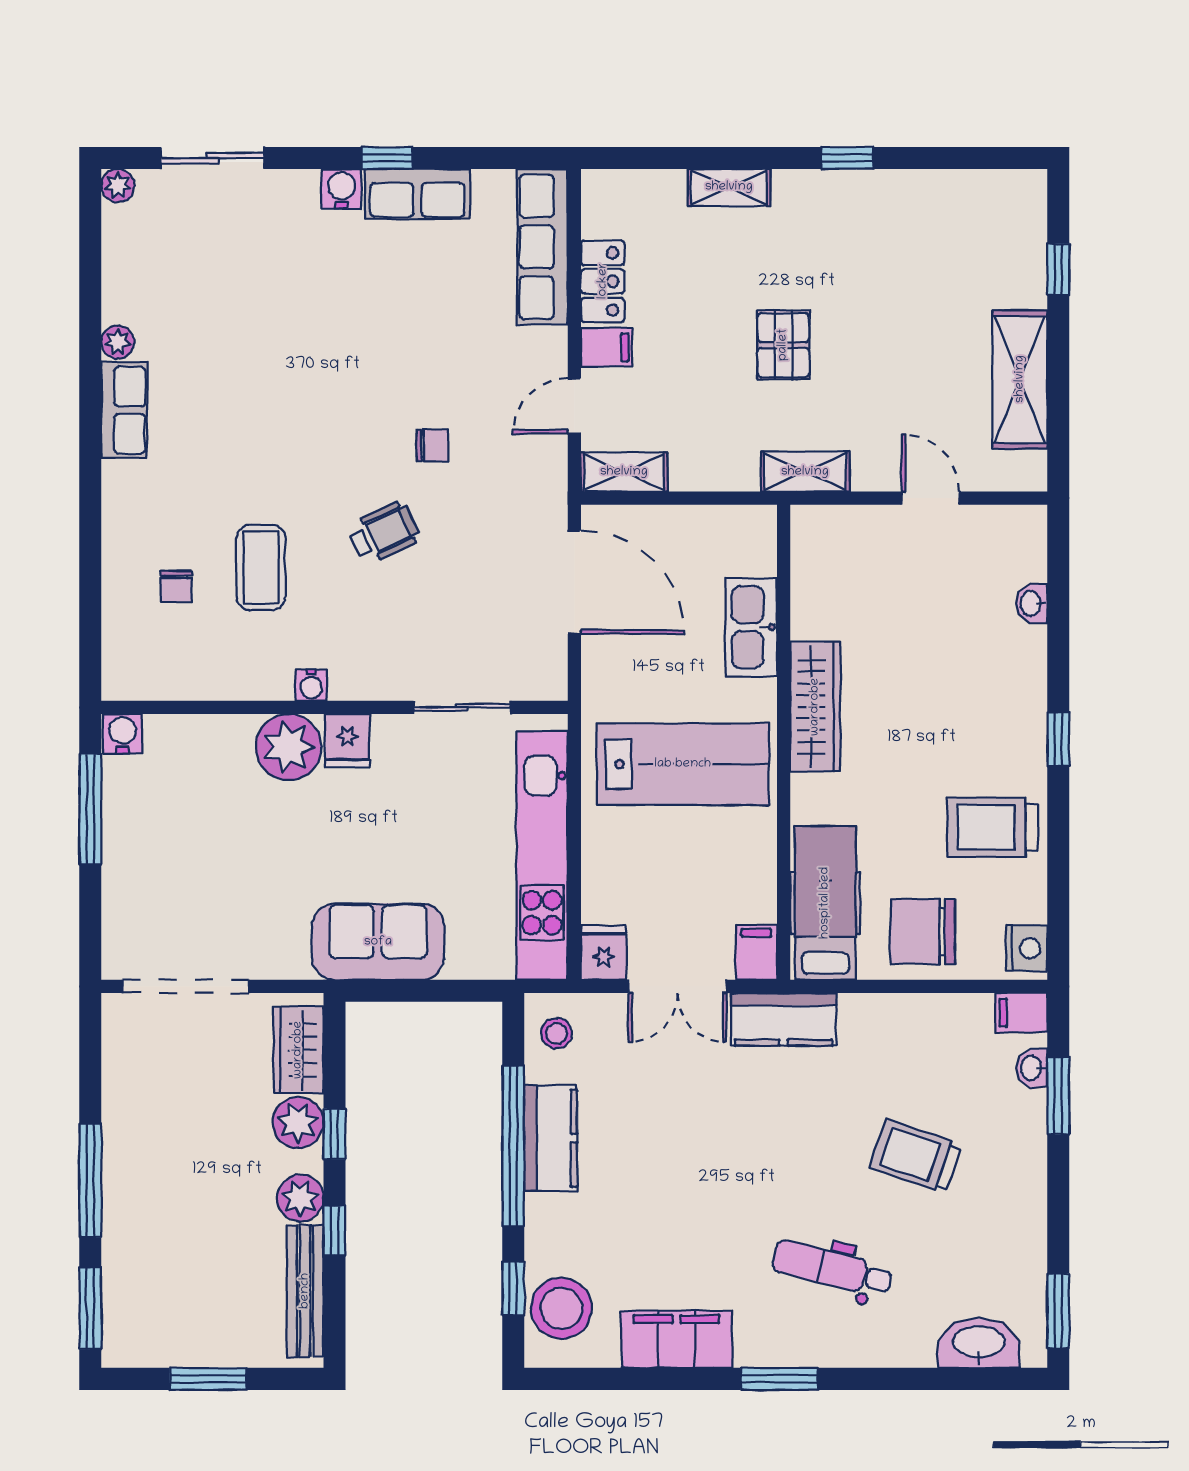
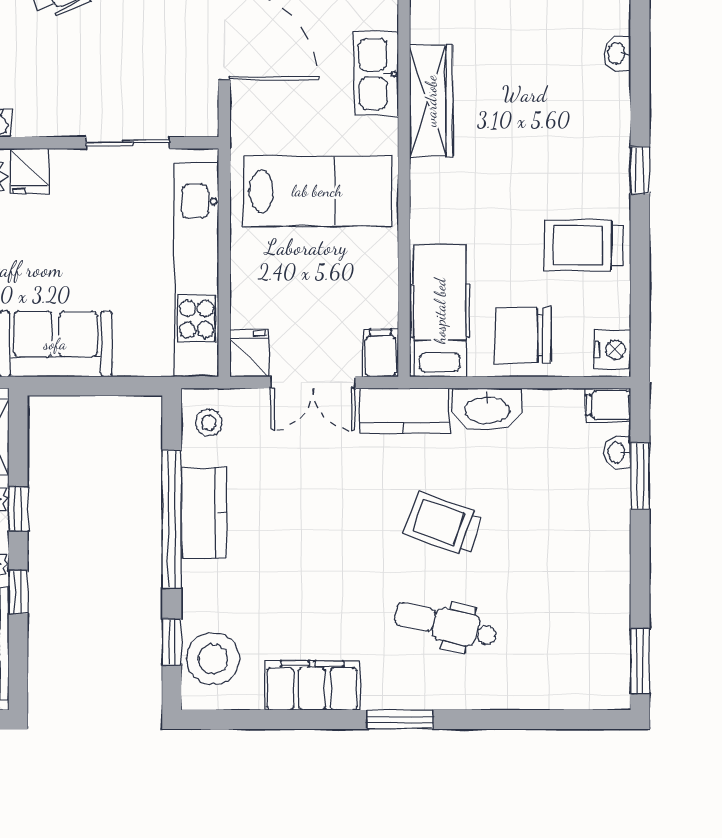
wardrobe: (815, 707) -> (431, 101), moved
trolley: (916, 1156) -> (443, 524), moved
washbasin: (979, 1343) -> (487, 409), moved, turned 180

